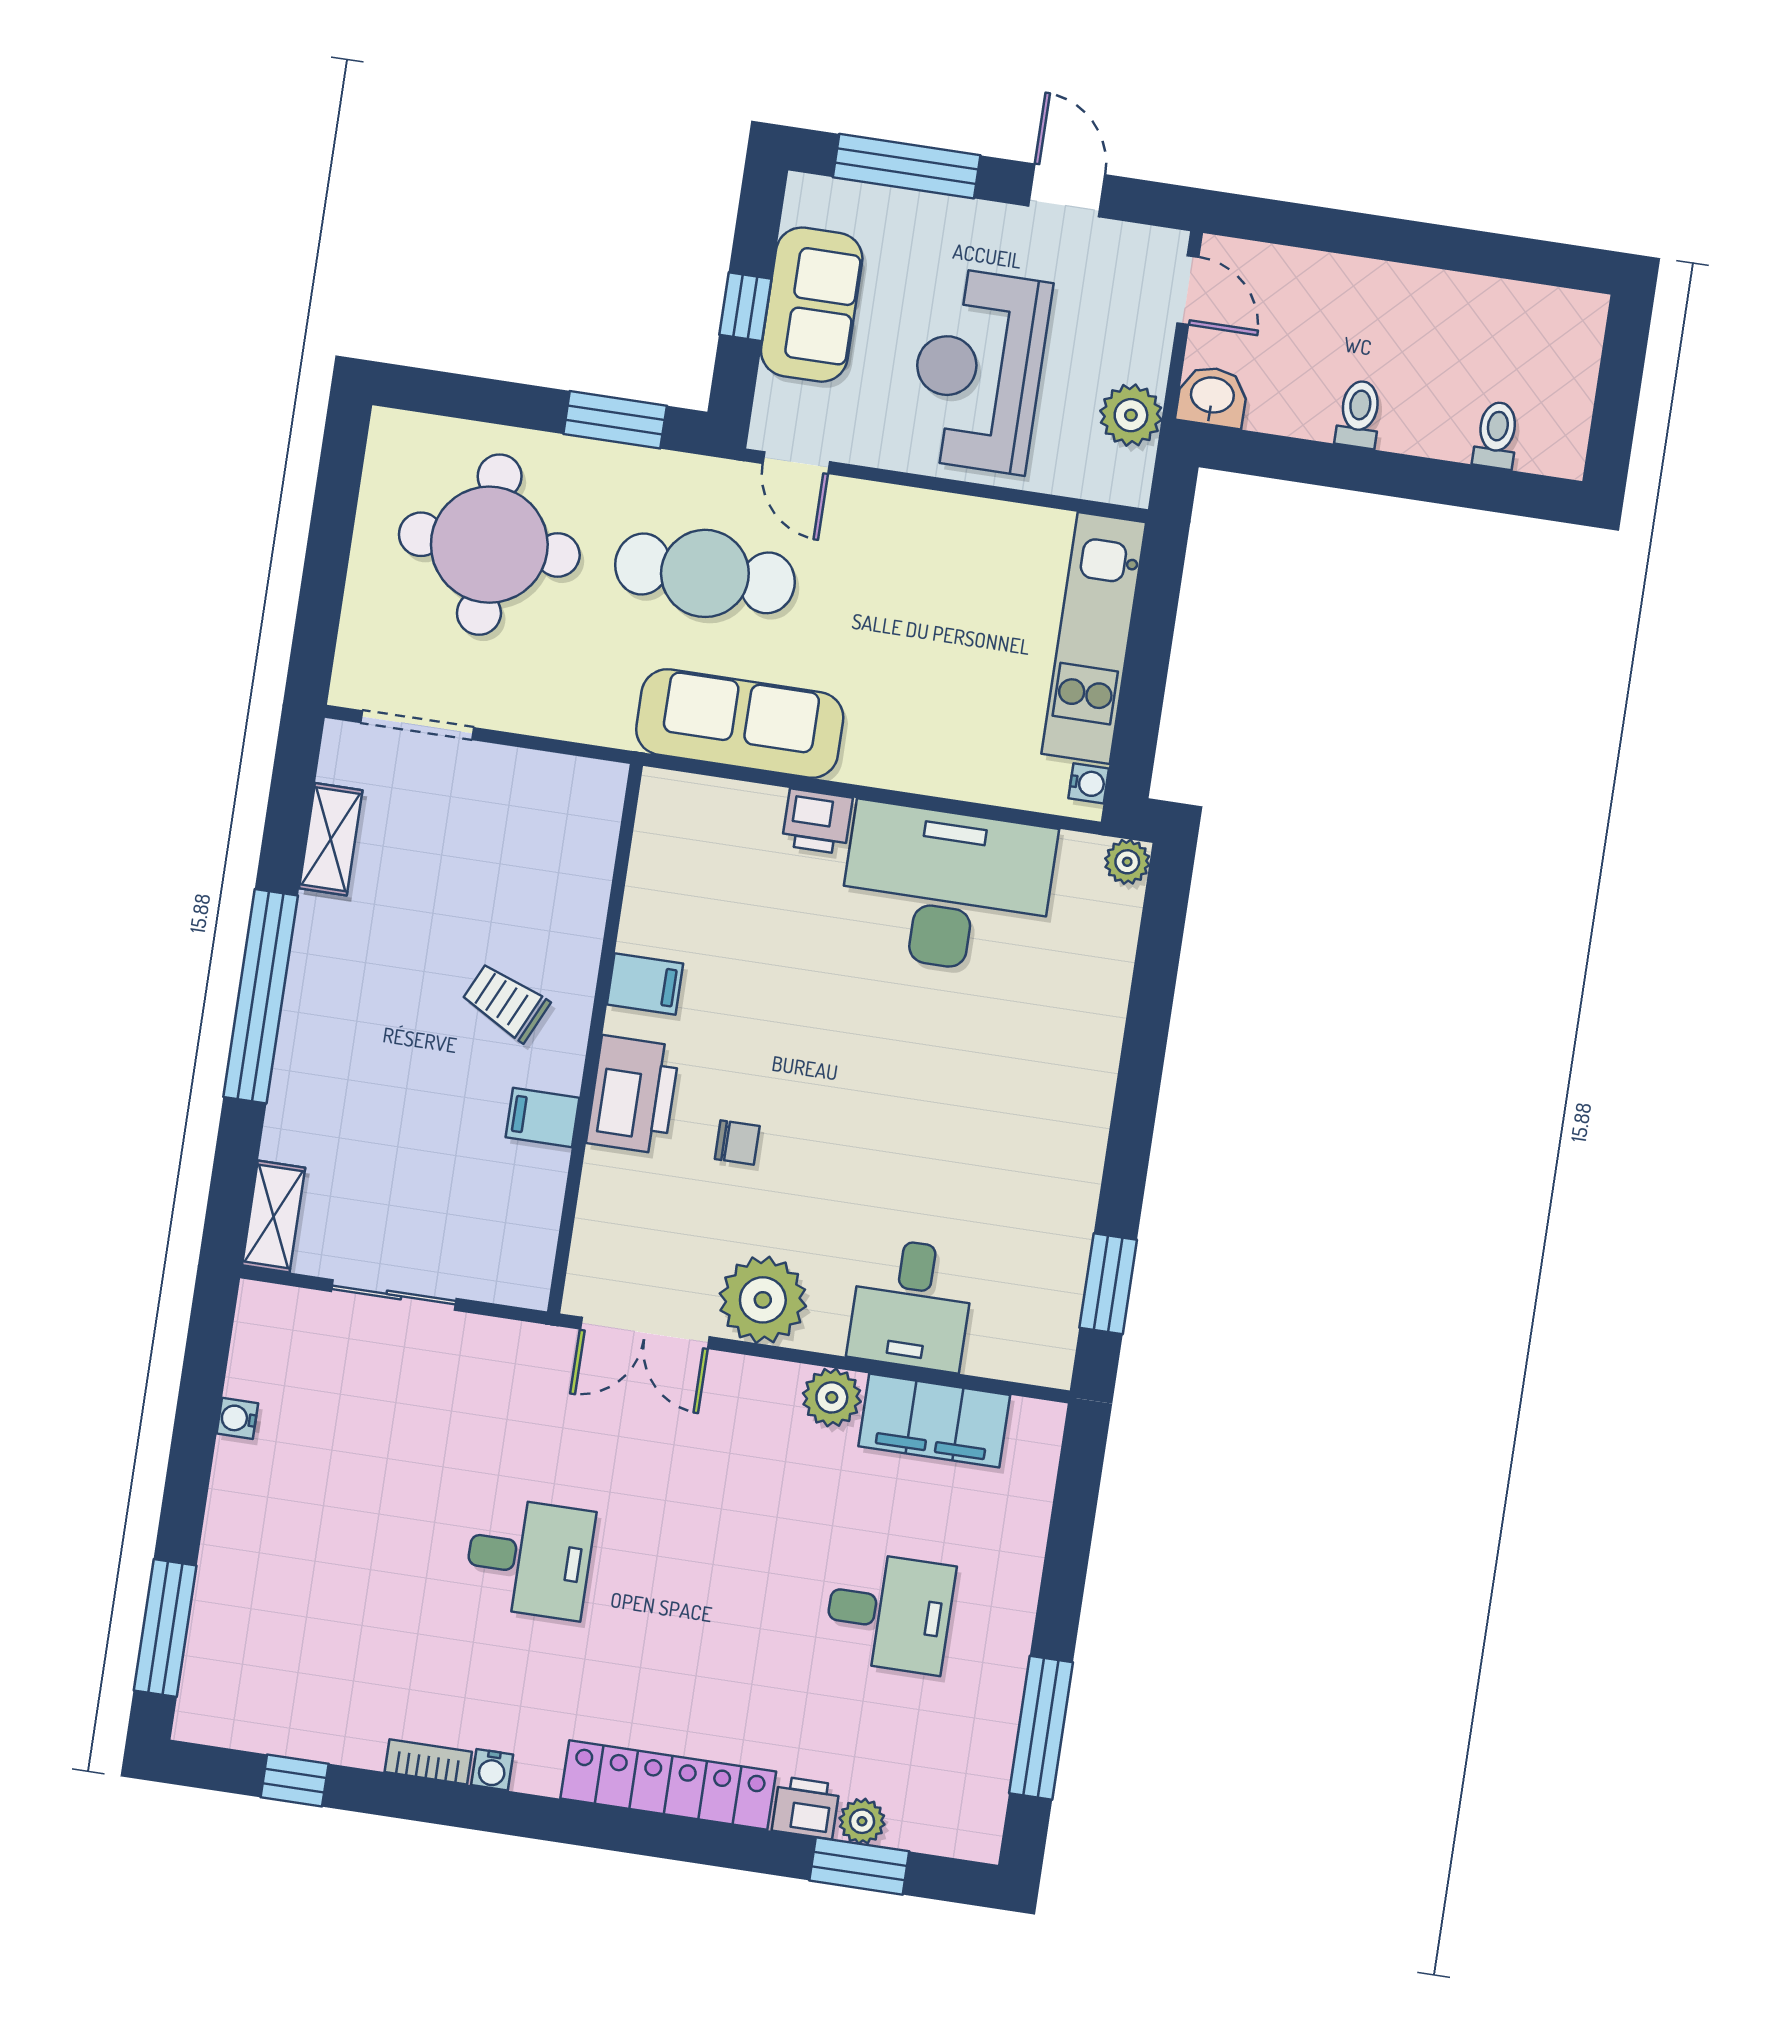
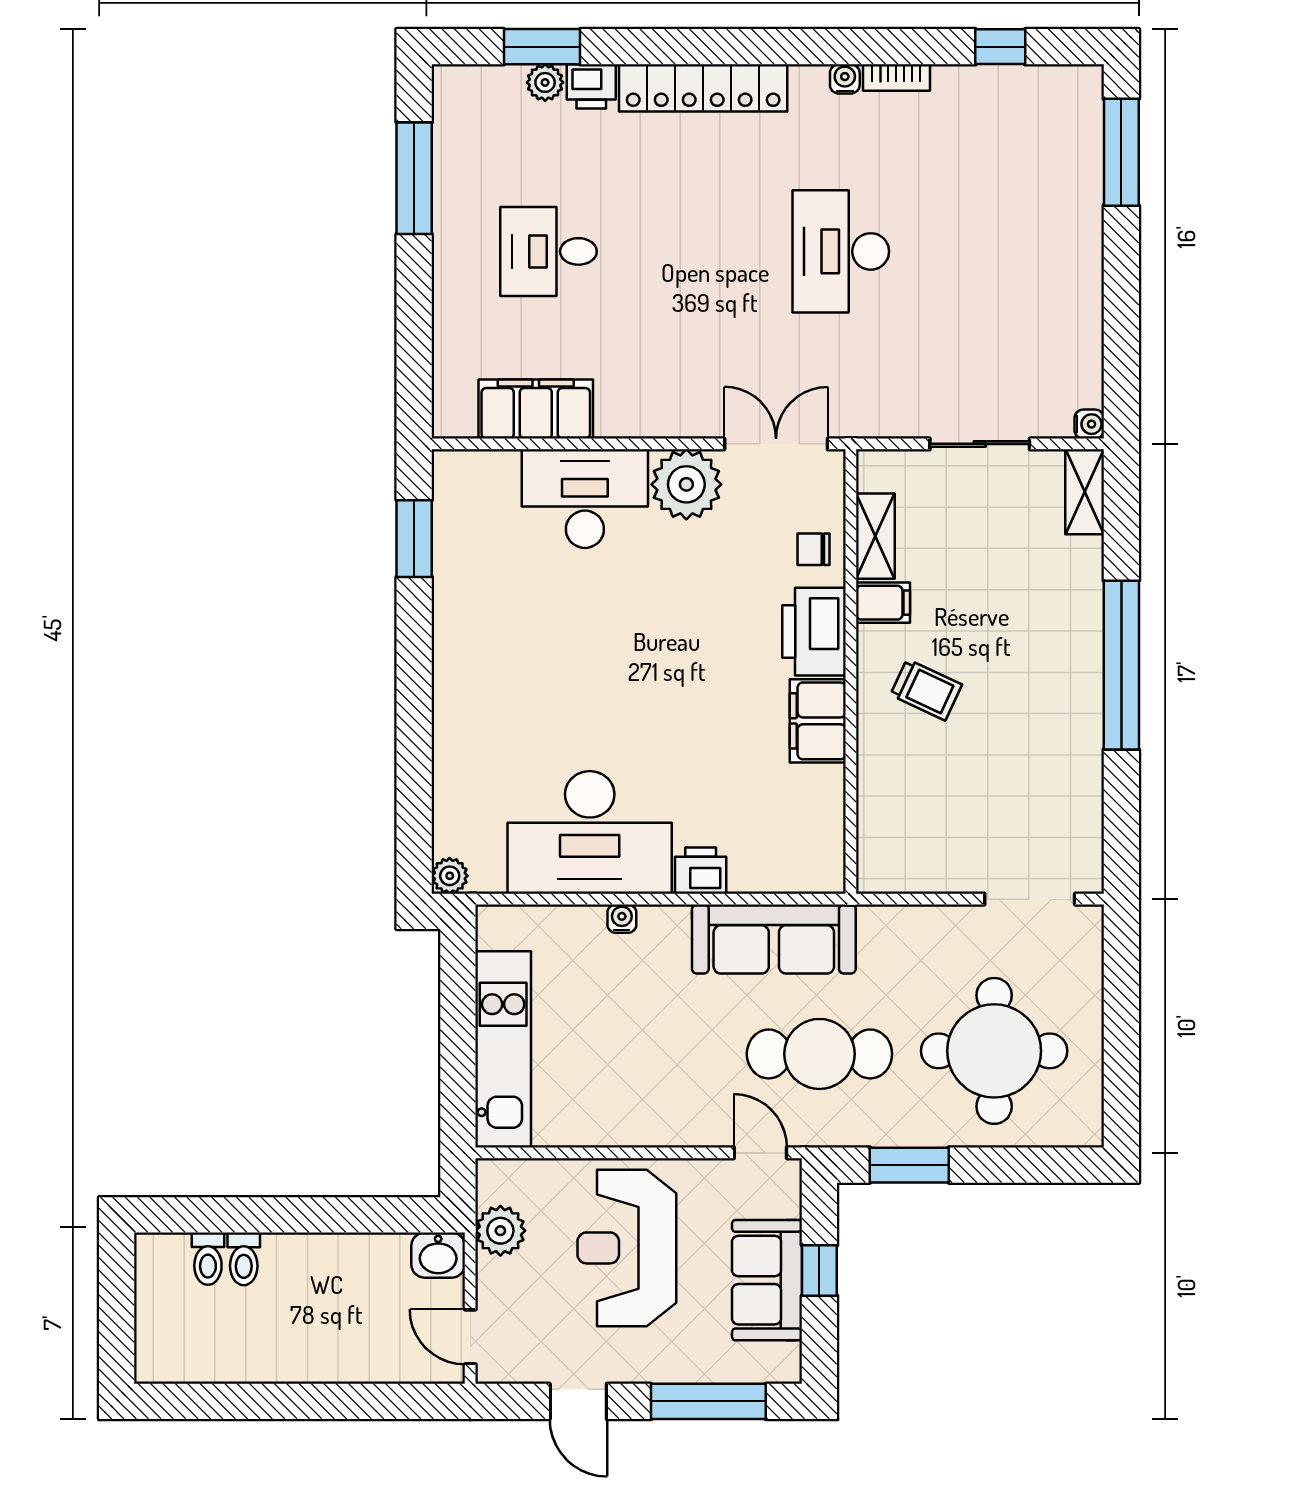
reception desk: (978, 370) -> (627, 1248), turned 180
toilet: (1359, 414) -> (244, 1259), moved
water cooler: (1089, 783) -> (622, 919), moved, turned 90
shelving: (331, 839) -> (875, 536), moved
filing cabinet: (645, 984) -> (818, 721), width x2.00
chair: (737, 1143) -> (813, 549), moved
desk: (911, 1304) -> (585, 499), width x1.37
plant: (832, 1397) -> (620, 415), removed
water cooler: (237, 1418) -> (1089, 424), moved
desk: (529, 1558) -> (841, 251), width x1.37

